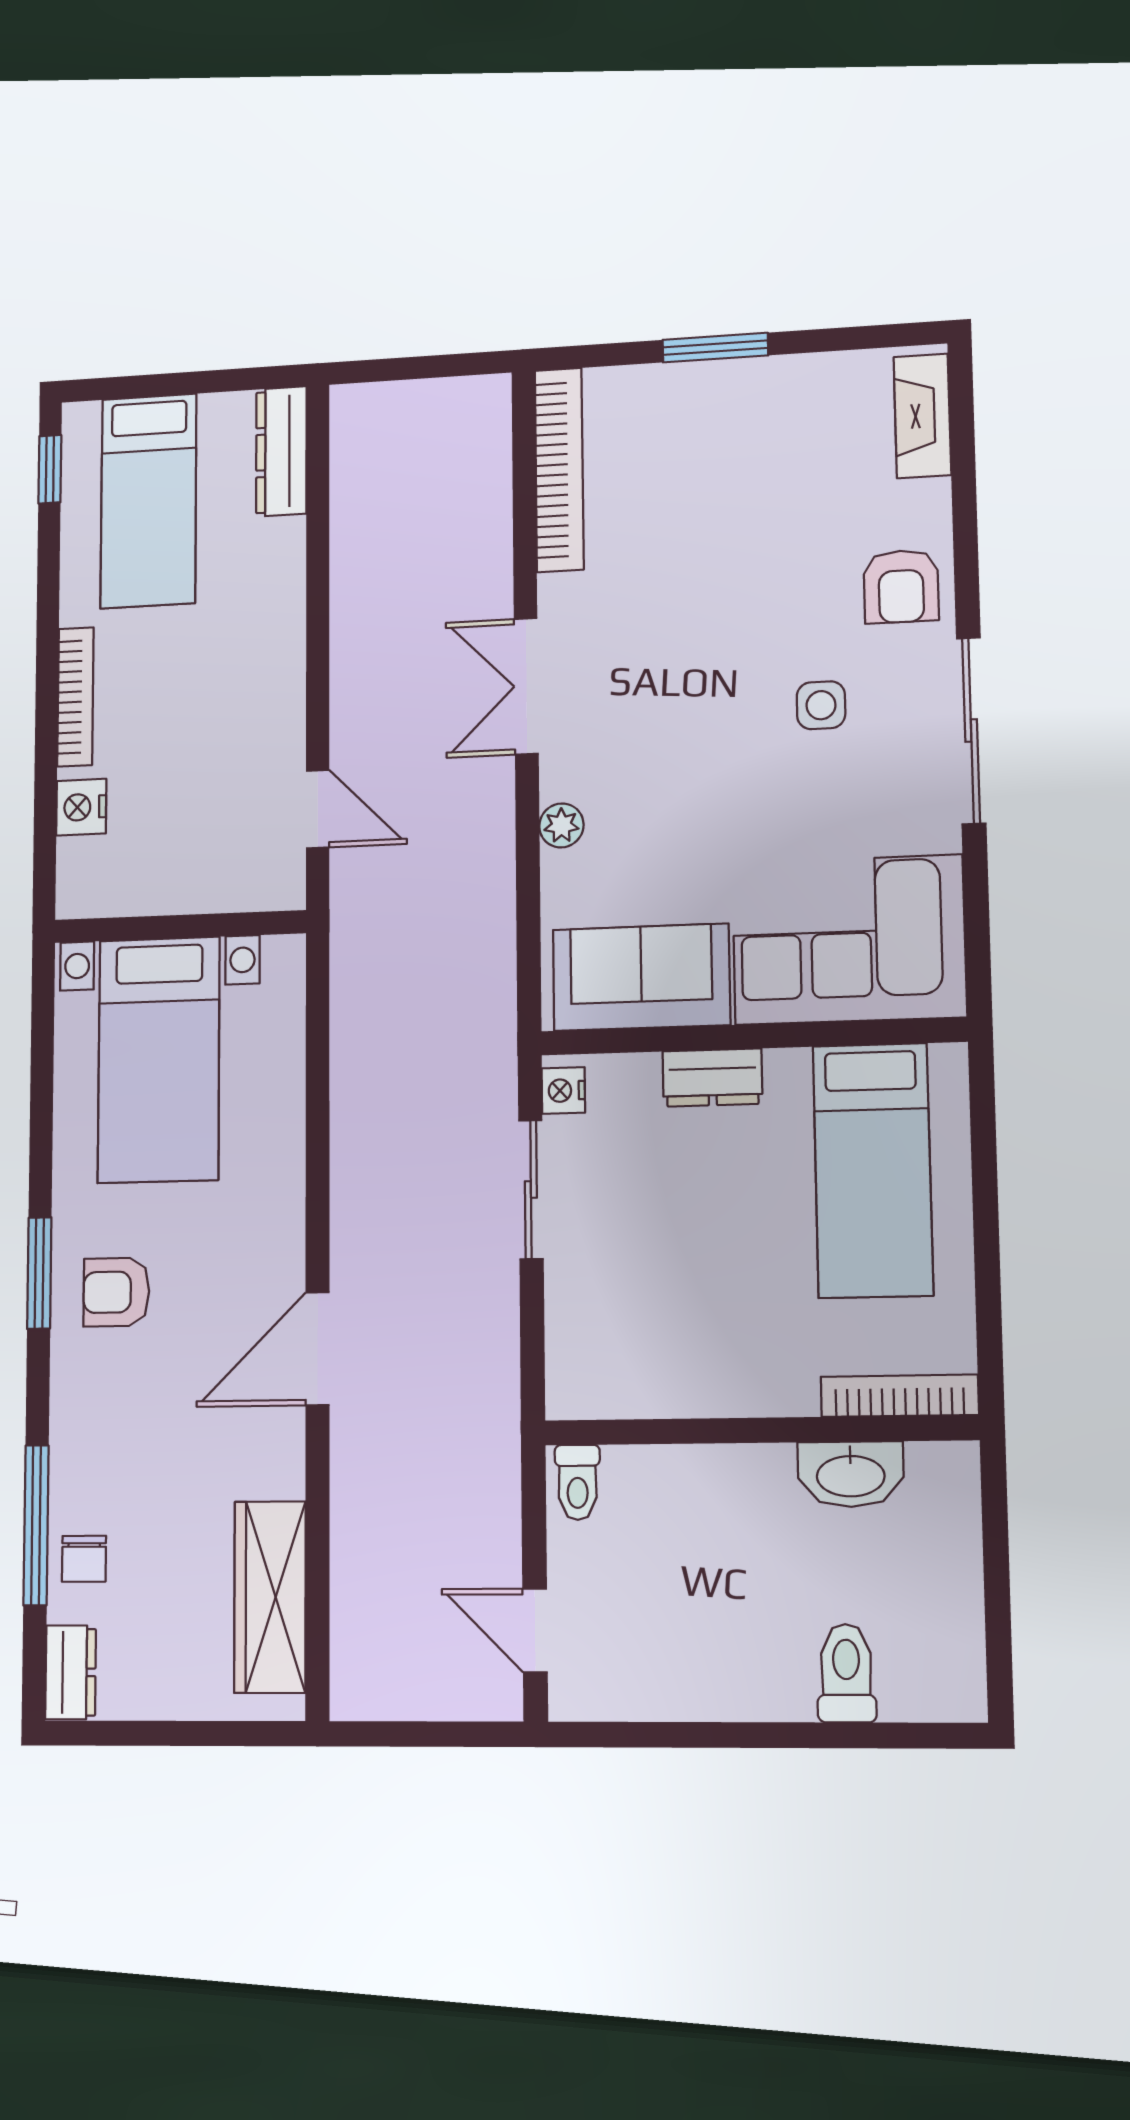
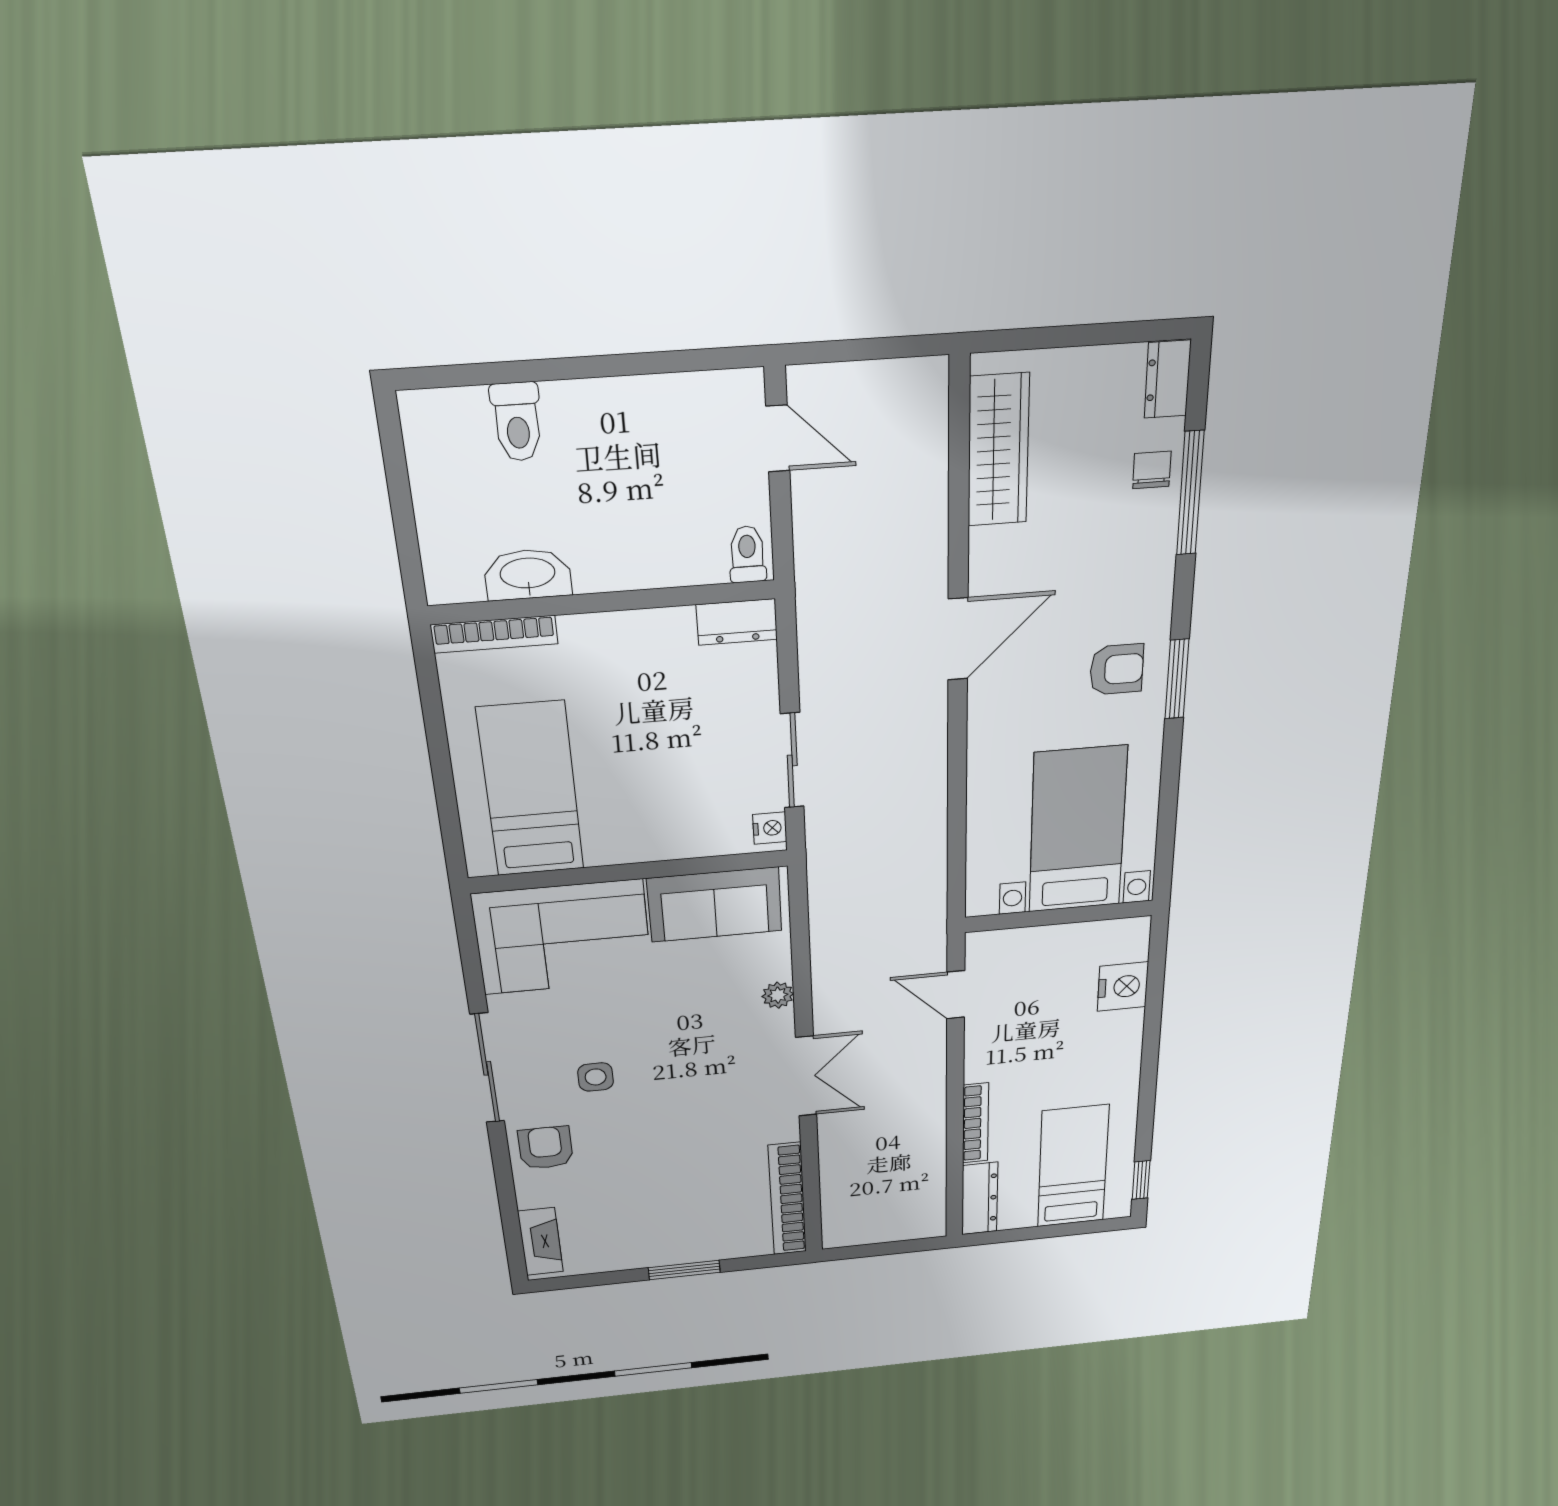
bookcase: (75, 697) -> (976, 1123), moved, turned 180
nightstand: (81, 807) -> (1123, 987), width x1.36, depth x1.33
dresser: (712, 1078) -> (737, 622), moved, turned 180

